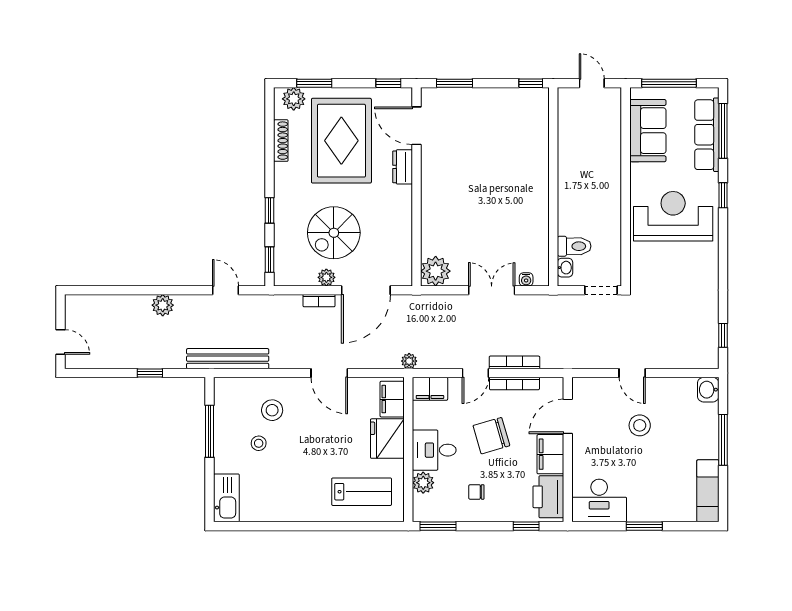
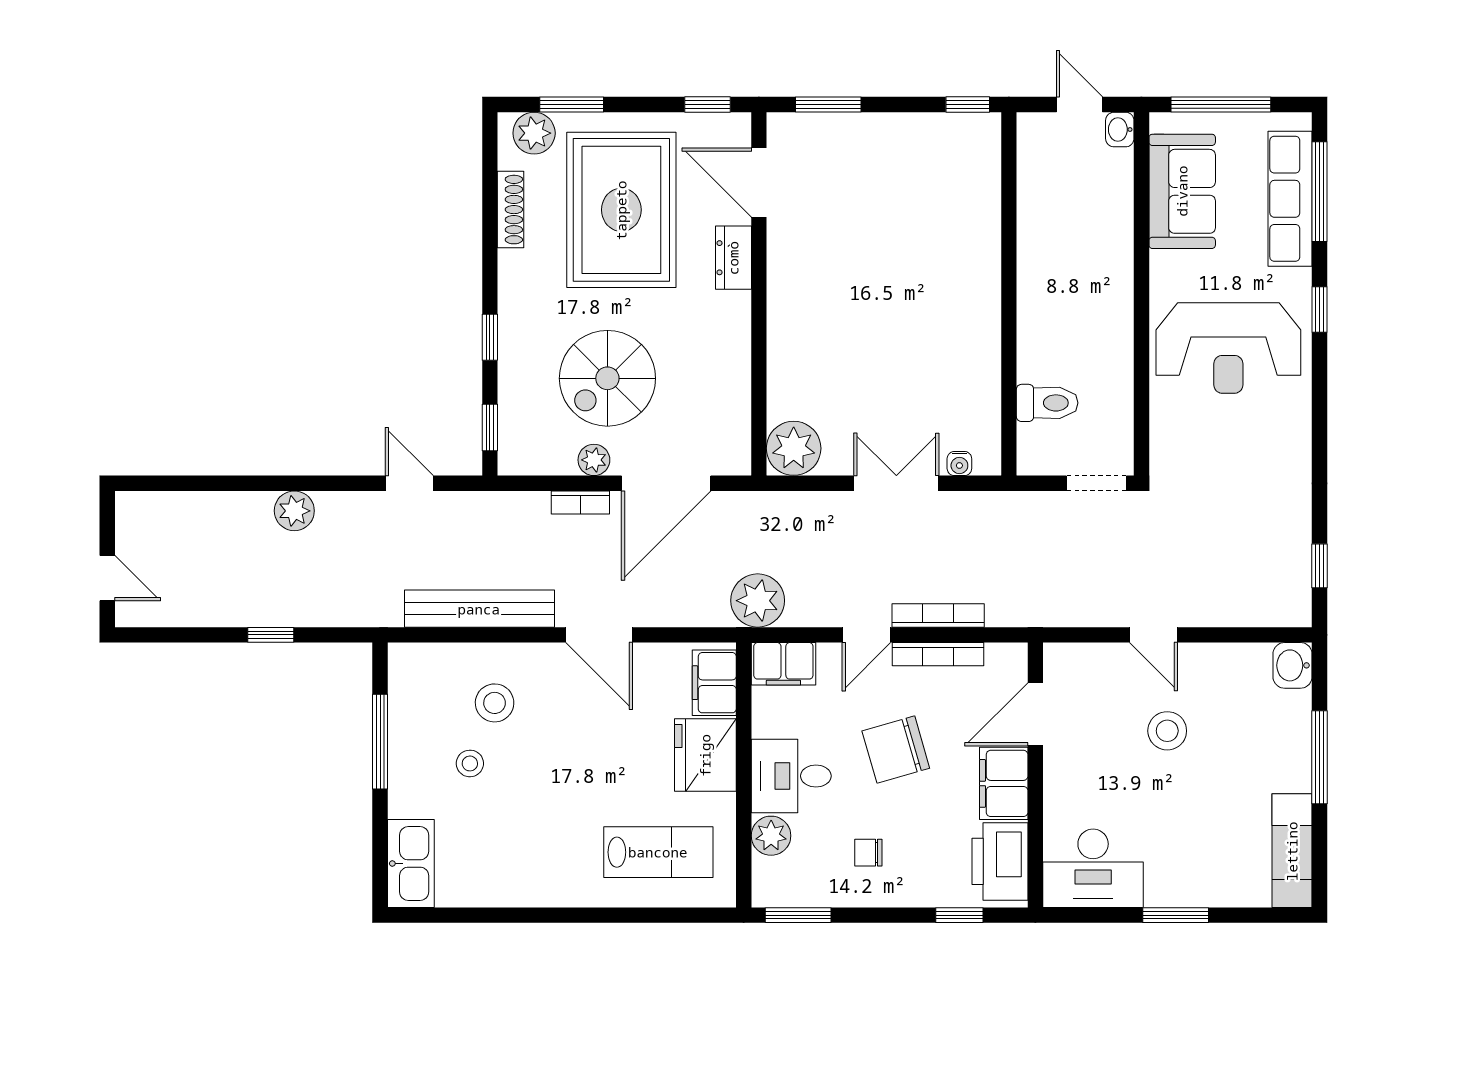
reception desk: (673, 216) -> (1228, 348), turned 180
washbasin: (565, 268) -> (1120, 130), moved, turned 180
bench: (228, 359) -> (479, 609), moved
plant: (409, 361) -> (758, 601), width x1.88, depth x1.88

